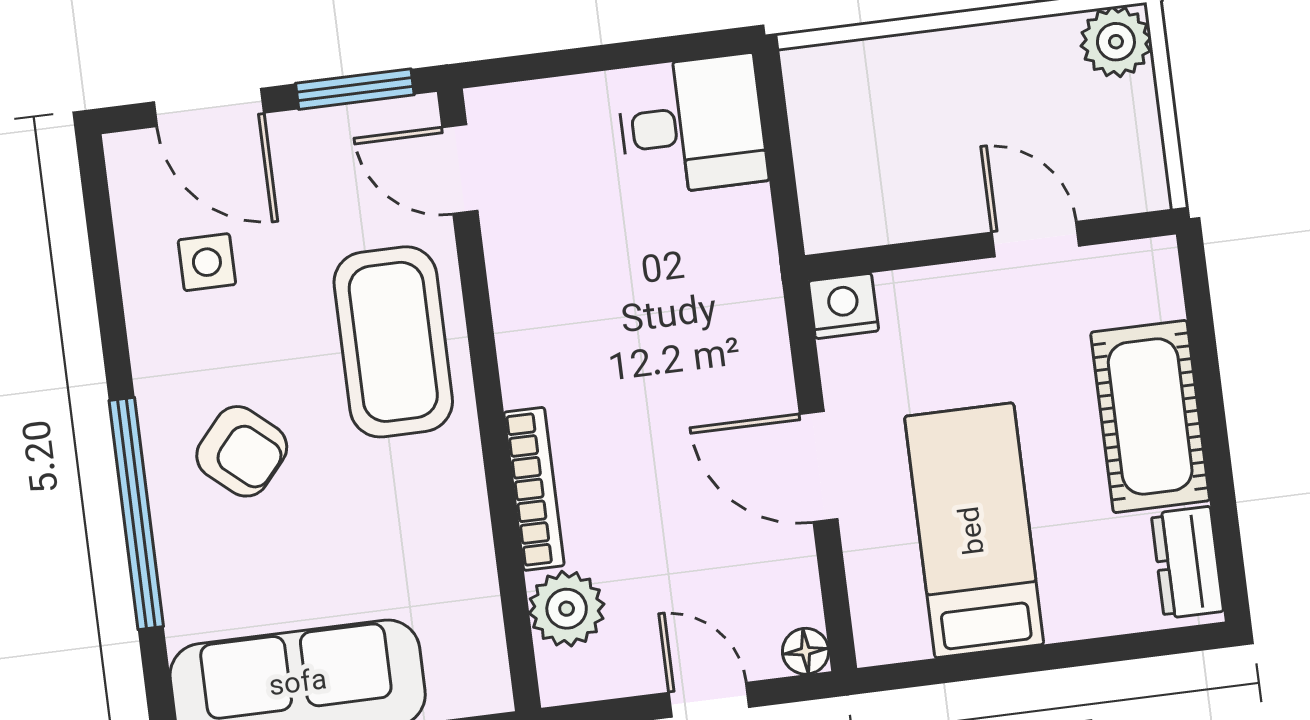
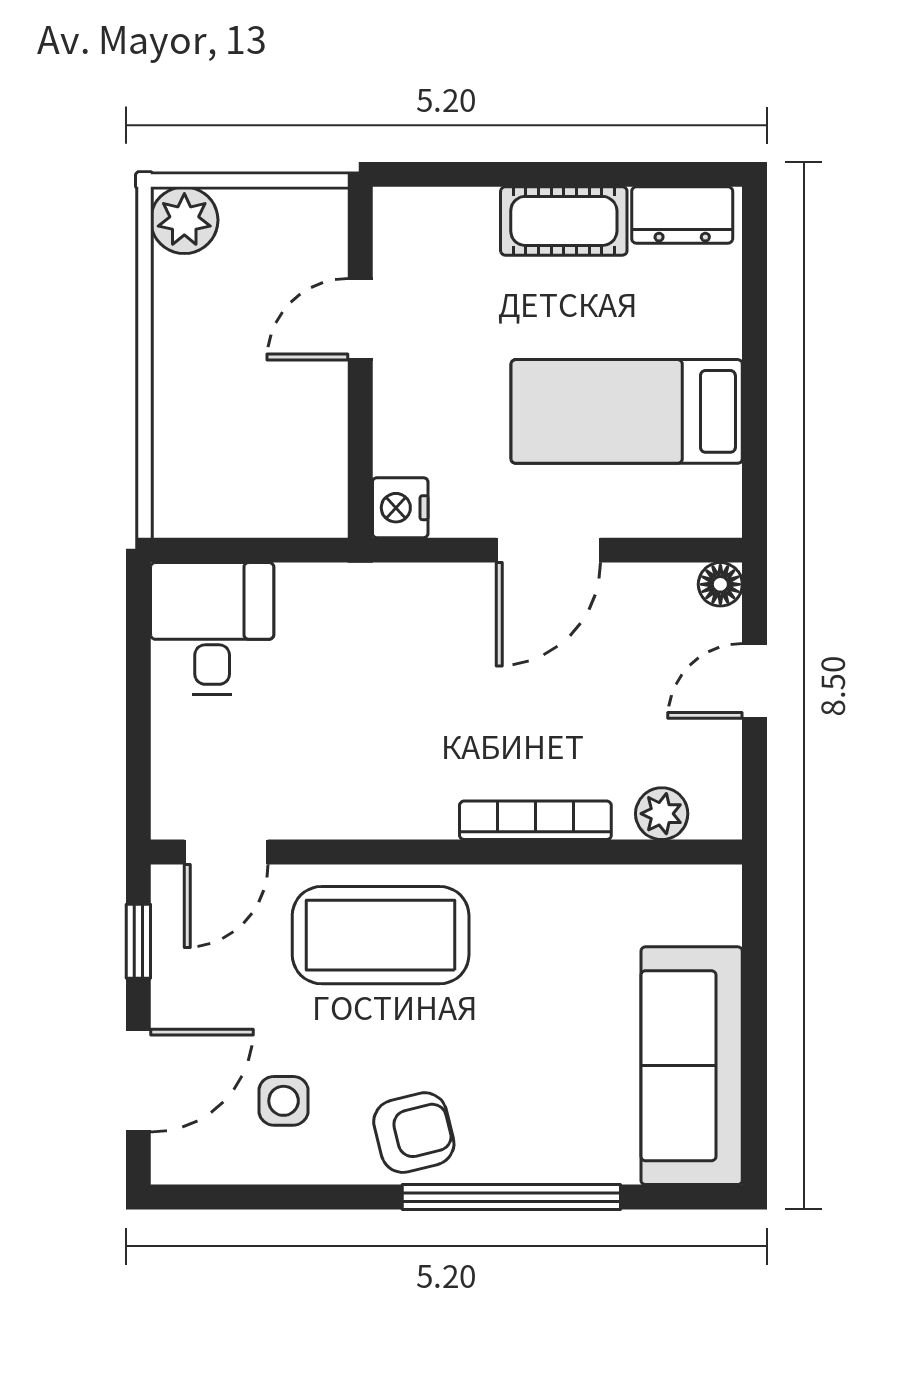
window: (355, 89) -> (138, 941), width x0.67
cot: (1150, 416) -> (564, 221), width x0.73, depth x0.75
armchair: (242, 451) -> (414, 1133), moved, turned 35
plant: (567, 609) -> (662, 814), width x0.73, depth x0.73

